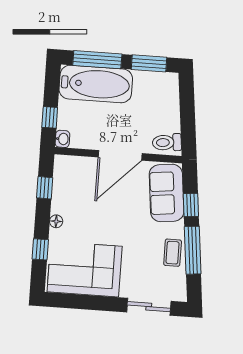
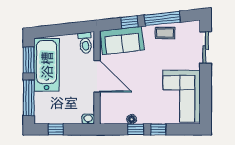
bathtub: (96, 84) -> (47, 65), moved
window: (50, 117) -> (56, 129), moved
window: (45, 188) -> (136, 129), moved
floor lamp: (56, 221) -> (132, 119), moved
window: (40, 249) -> (158, 129), moved

